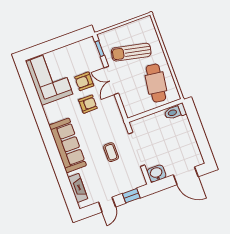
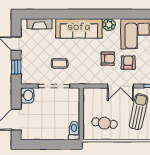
double door: (111, 81) -> (120, 86), swing flipped
cafe table: (156, 83) -> (104, 123), width x0.73, depth x0.74
armchair: (88, 104) -> (108, 59), turned -90
plant: (52, 116) -> (109, 25), added

